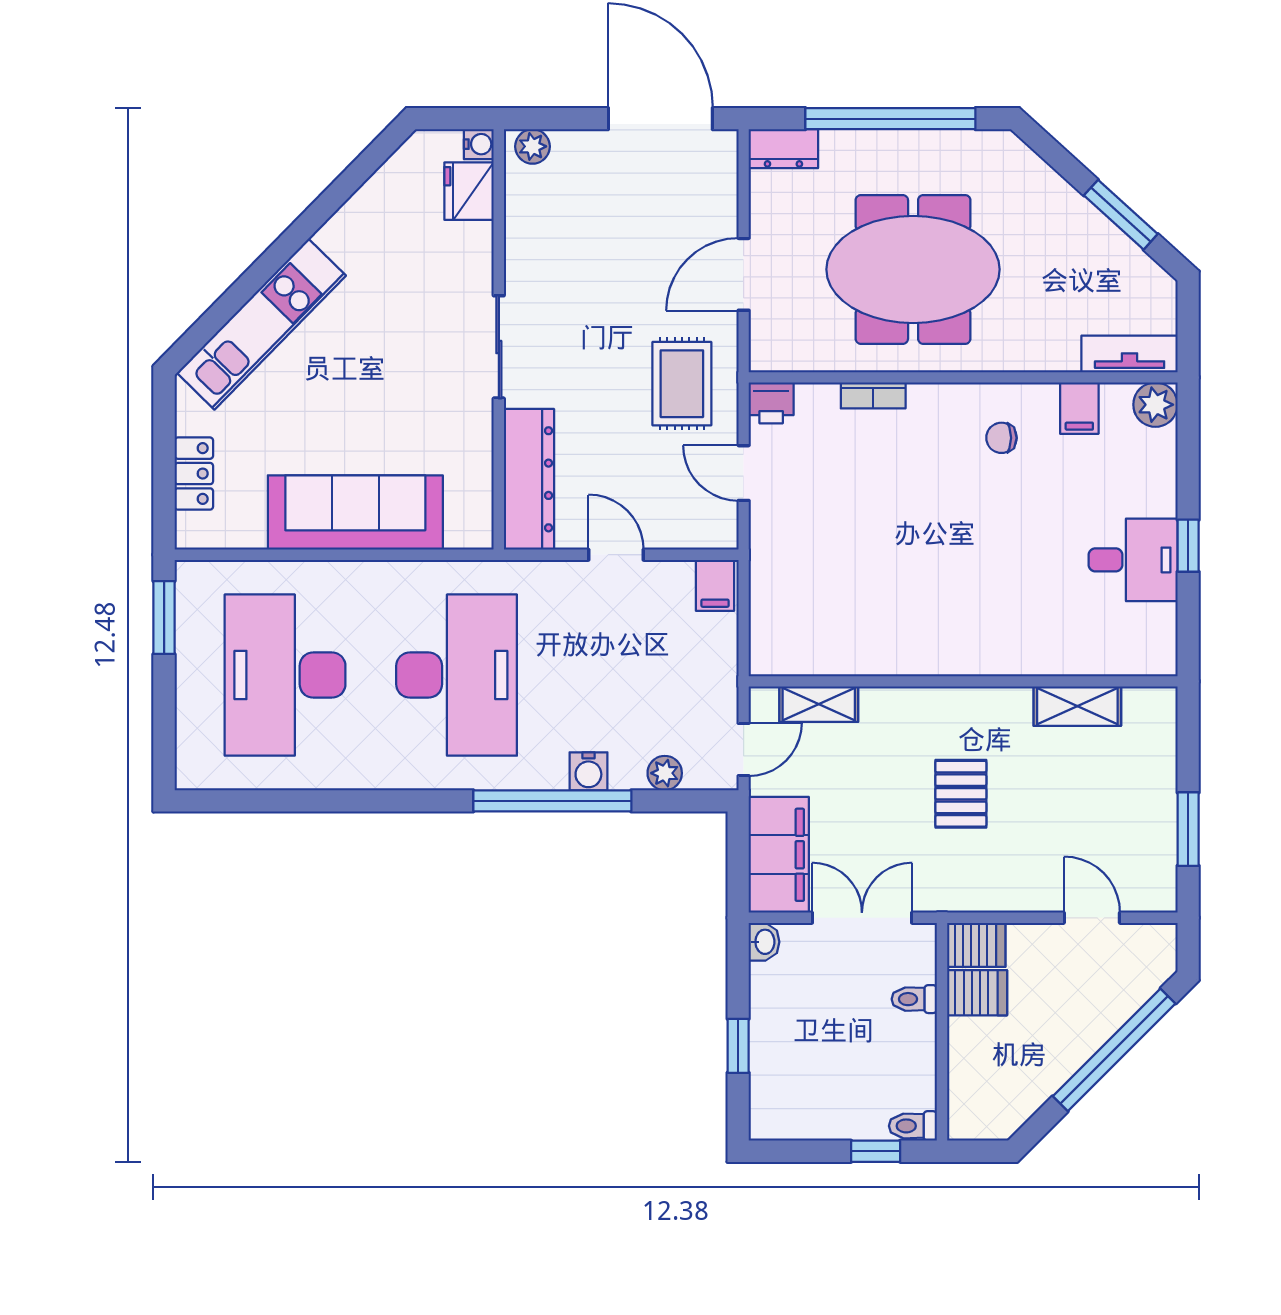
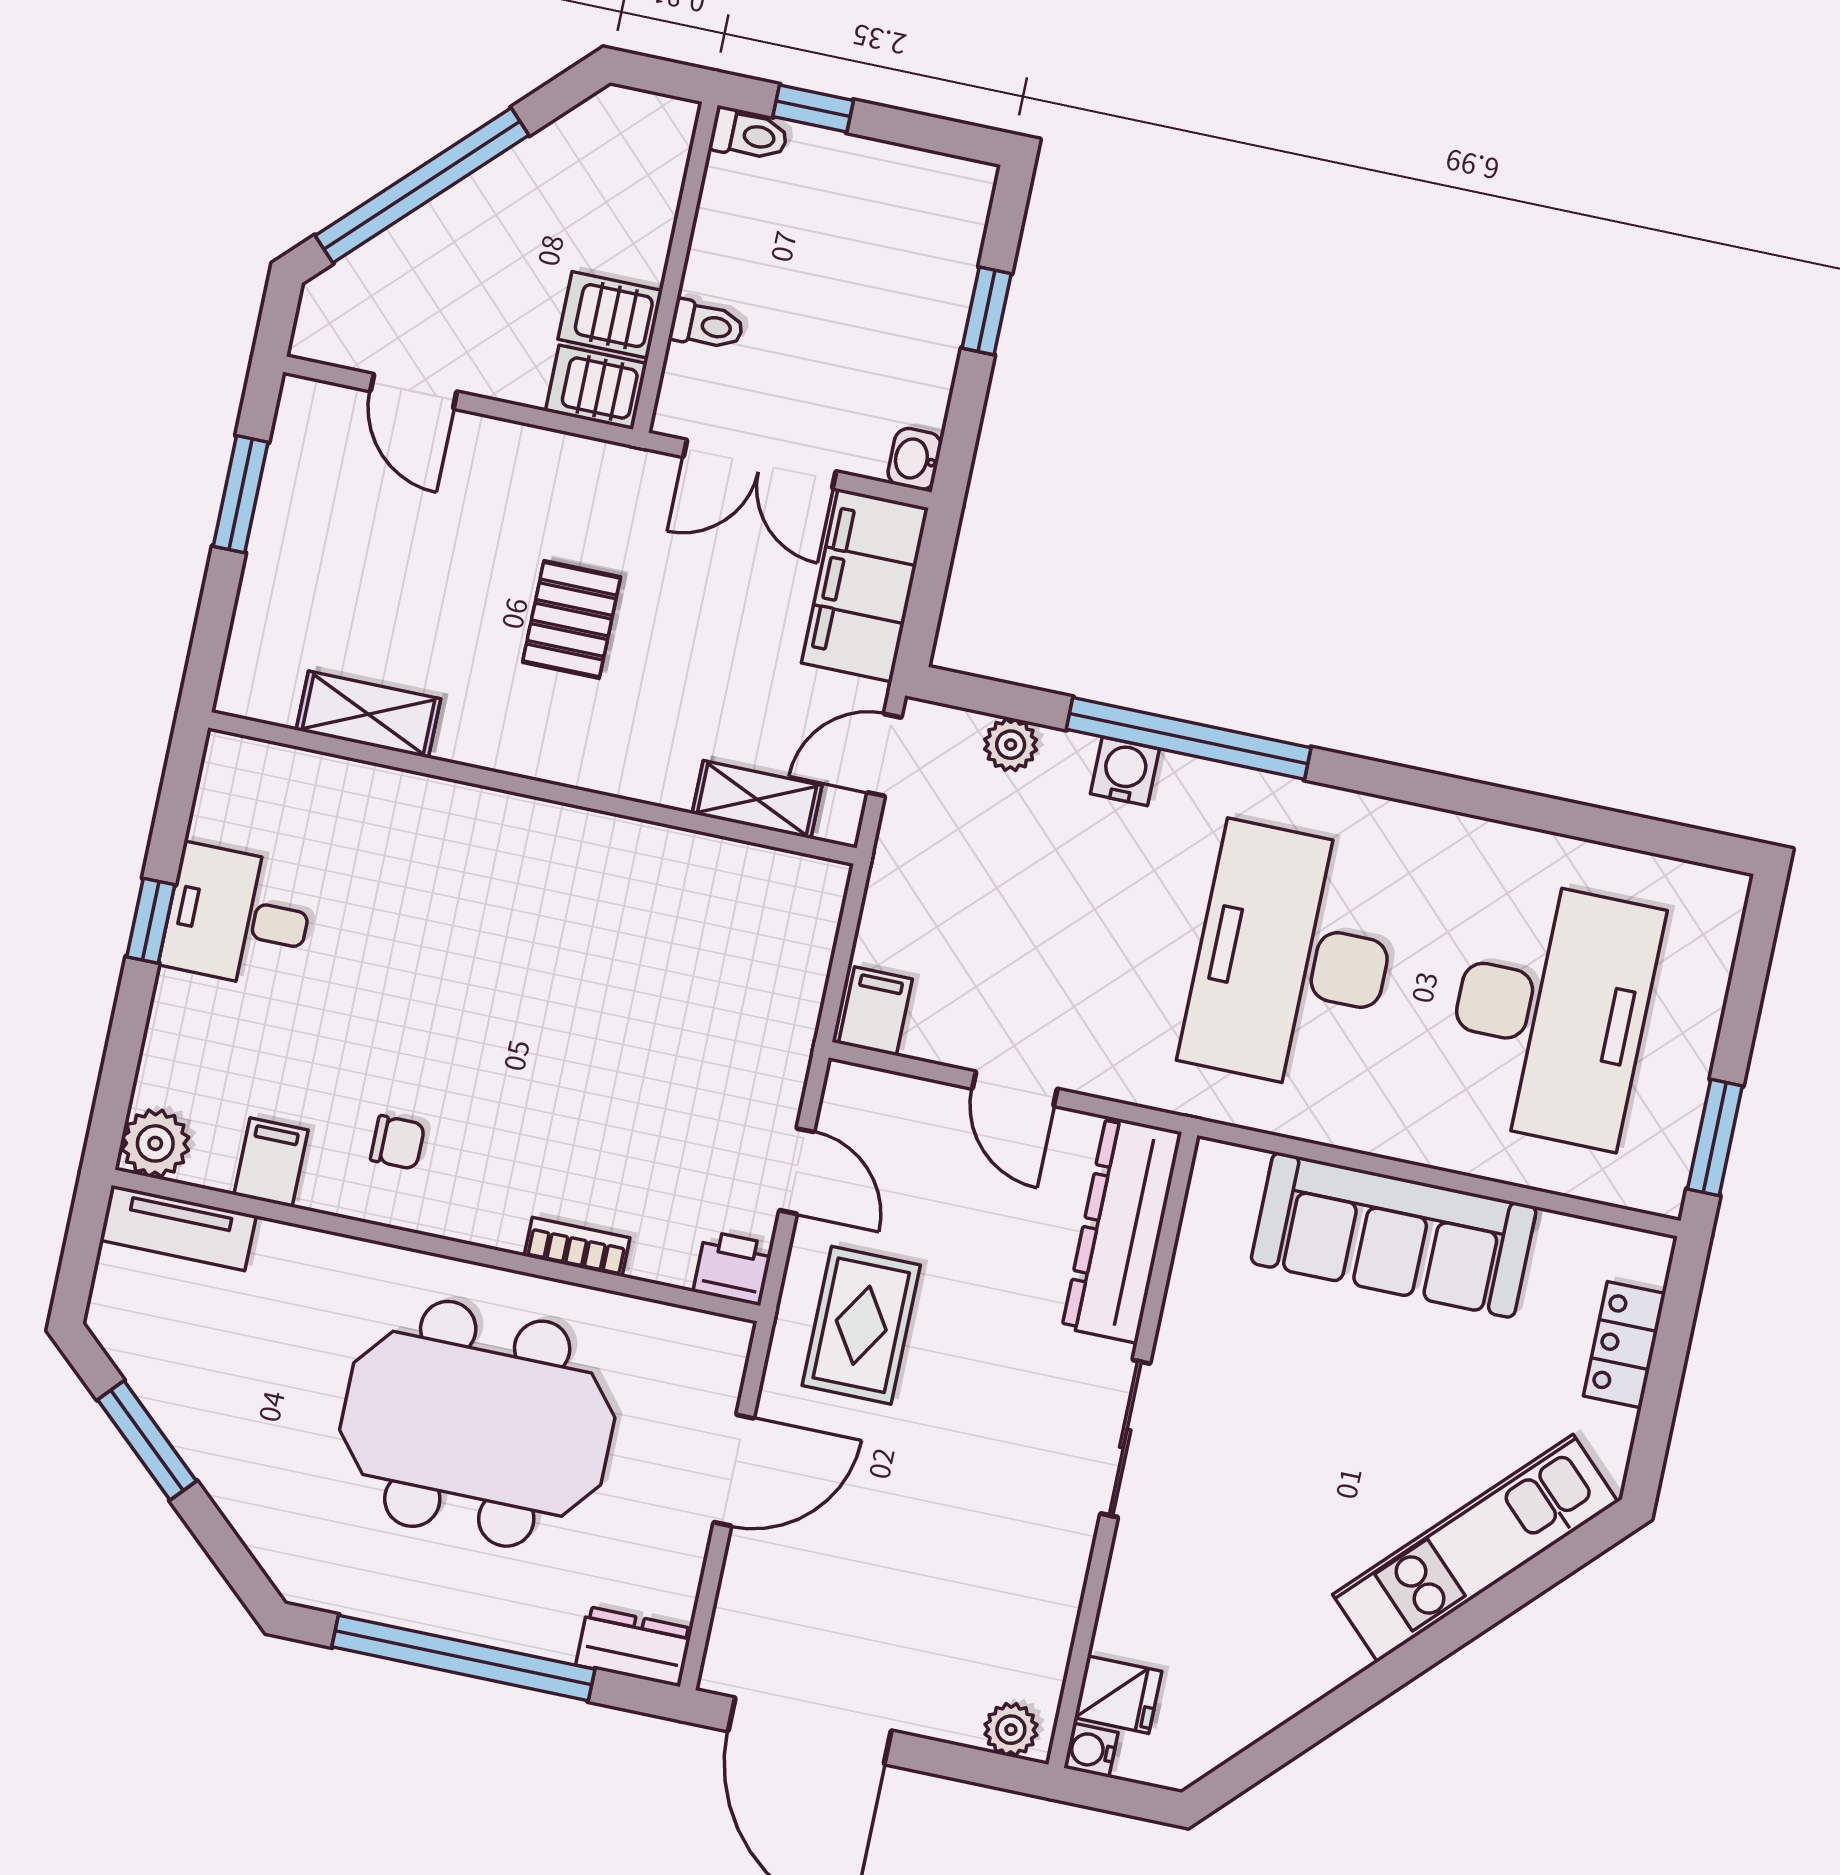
fridge: (469, 191) -> (1118, 1695), width x0.72

